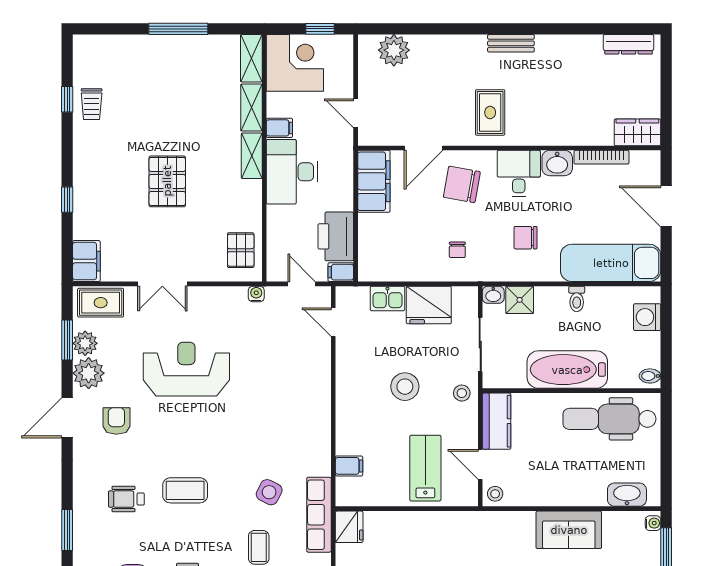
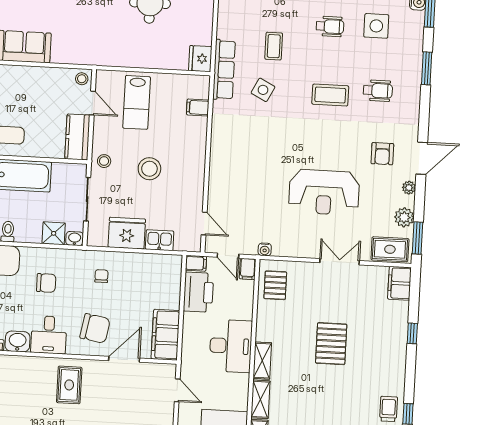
filing cabinet: (279, 128) -> (248, 269), moved, turned -90
window: (67, 340) -> (417, 238), moved
plant: (89, 373) -> (409, 188), width x0.53, depth x0.53

